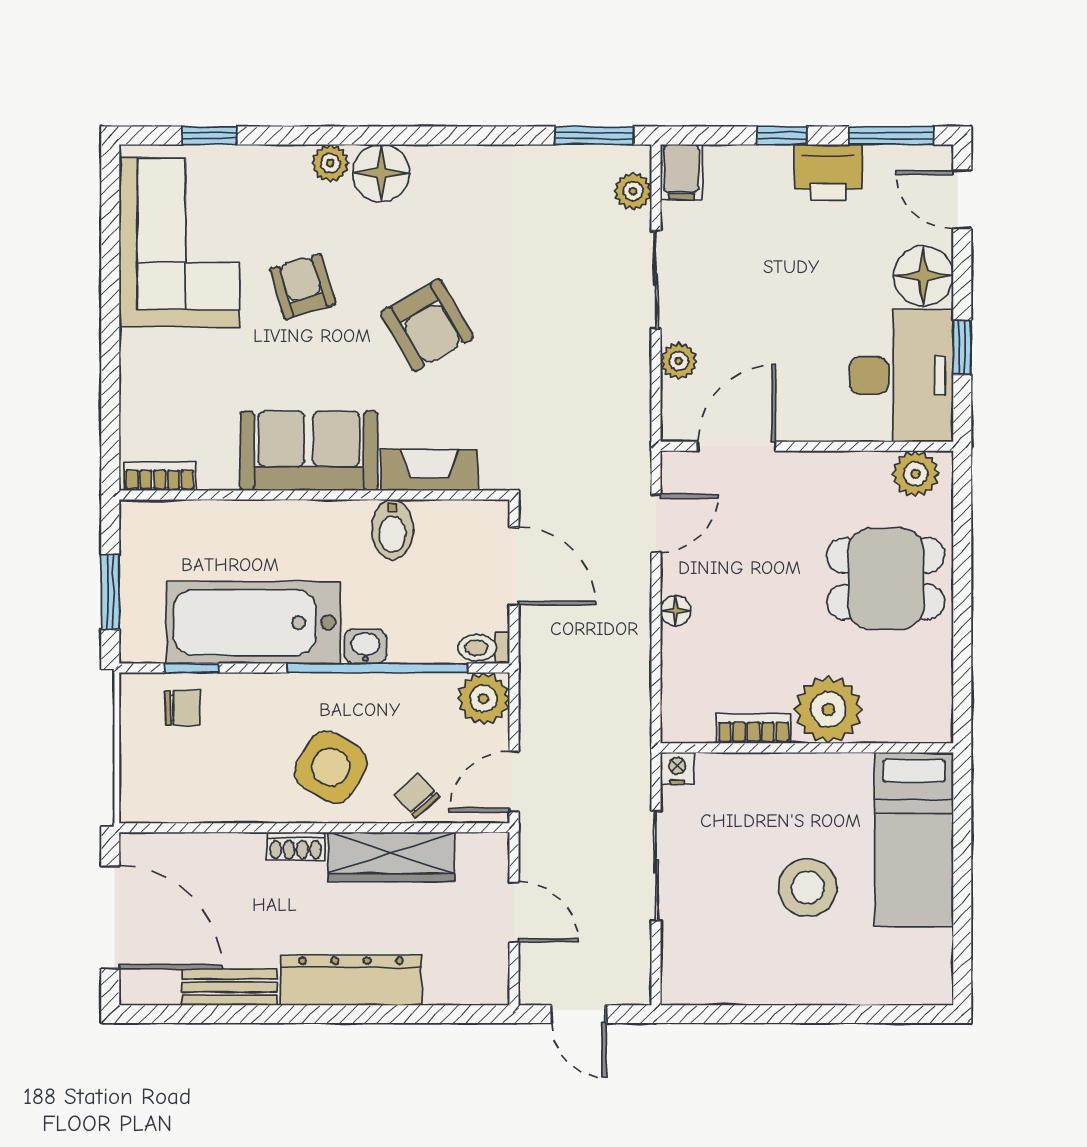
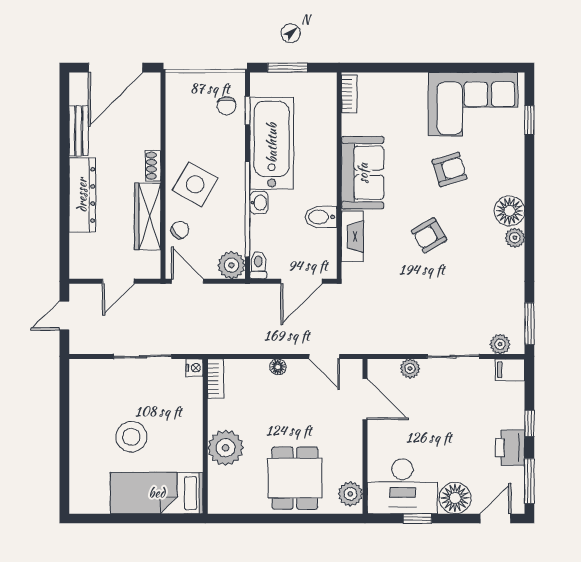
plant: (330, 163) -> (515, 238), moved
armchair: (427, 325) -> (429, 235), width x0.72, depth x0.72
bookcase: (754, 729) -> (216, 379), moved

